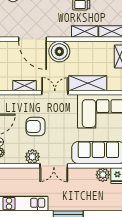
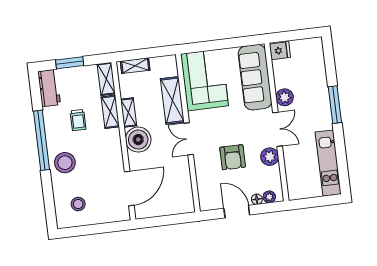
door: (33, 39) -> (129, 188), moved
shelving: (24, 86) -> (129, 112), moved
plant: (103, 175) -> (285, 97), moved

